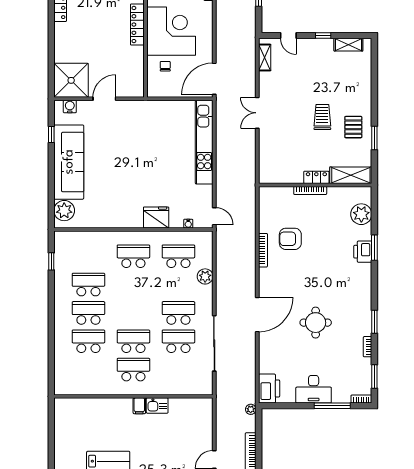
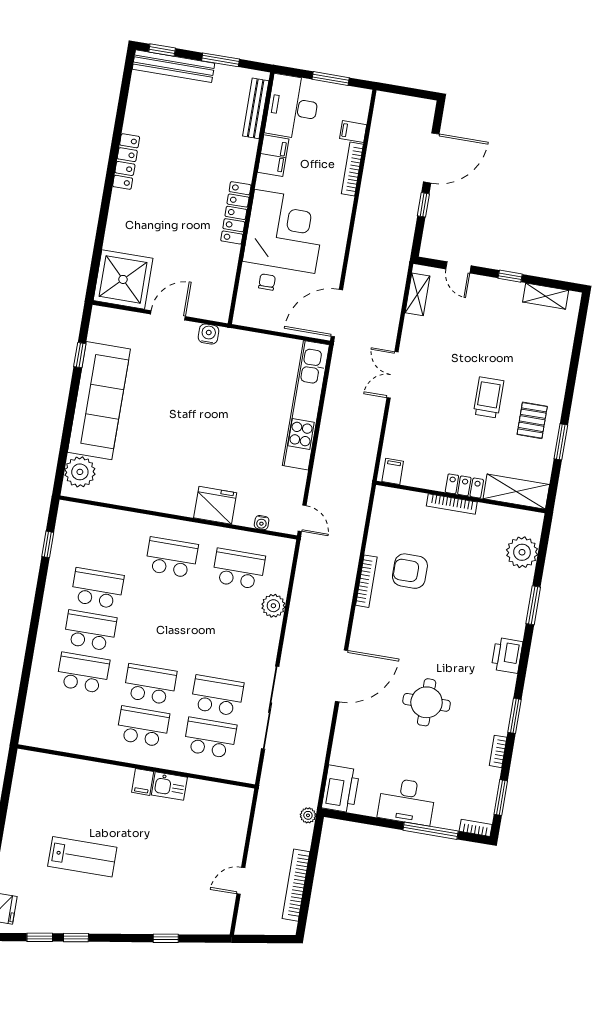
water cooler: (70, 107) -> (208, 334), moved
filing cabinet: (268, 176) -> (393, 471), added
printer: (363, 252) -> (507, 655), moved
school desk: (178, 313) -> (210, 738), moved

